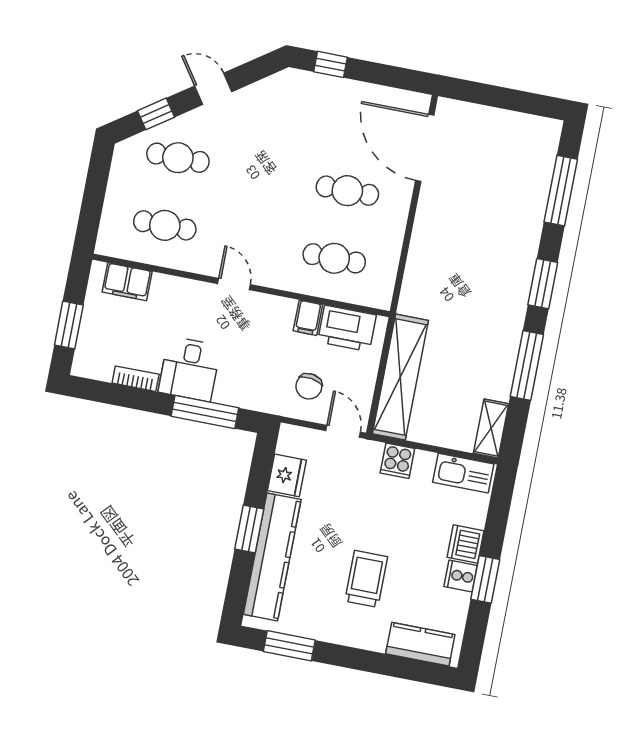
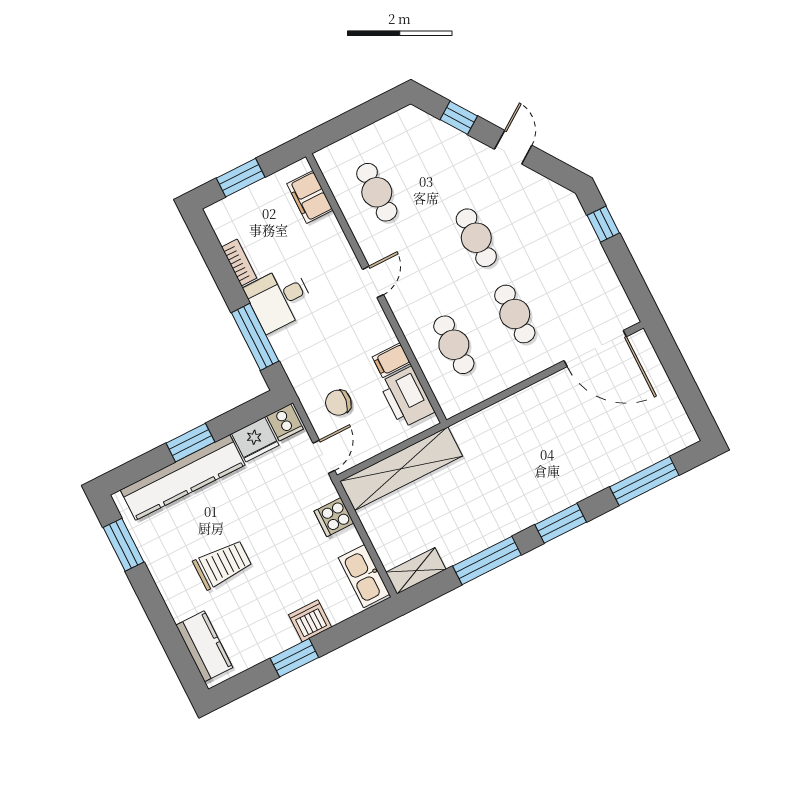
door: (425, 148) -> (595, 349), swing flipped
cafe table: (178, 158) -> (476, 238), moved
cooker: (461, 576) -> (285, 422), moved, turned 180

